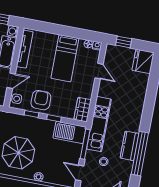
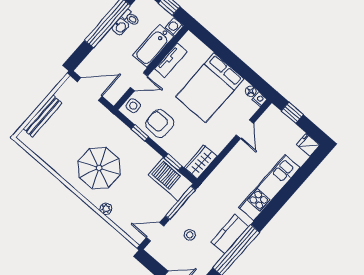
tv unit: (25, 49) -> (171, 60), width x0.71
bed: (65, 58) -> (210, 88), width x1.50
fridge: (143, 61) -> (308, 145), width x0.53, depth x0.75
armchair: (41, 100) -> (160, 123), turned -90
window: (54, 118) -> (173, 162), moved
kitchen unit: (99, 124) -> (269, 188), moved, turned 180
door: (80, 173) -> (155, 232), hinge flipped

